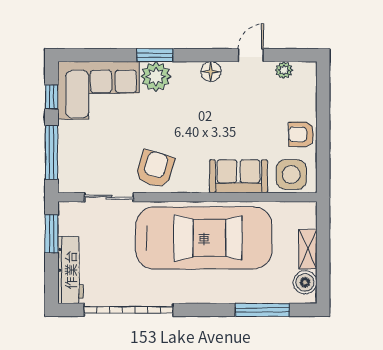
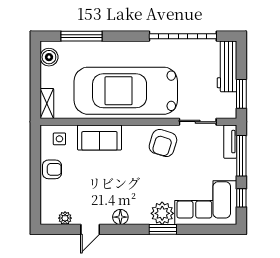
tv unit: (66, 171) -> (230, 142), added
side table: (291, 175) -> (59, 139), width x0.54, depth x0.54
shelving: (308, 249) -> (47, 103), moved

